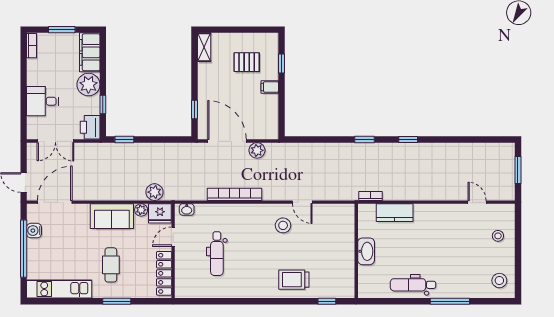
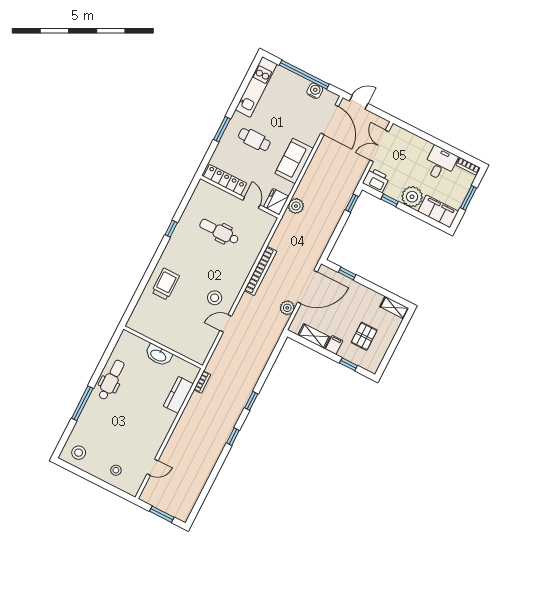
desk: (43, 101) -> (440, 163), moved
shelving: (271, 111) -> (314, 336), added
washbasin: (187, 209) -> (268, 225), removed
plant: (141, 210) -> (287, 187), removed
window: (327, 301) -> (171, 229), moved

